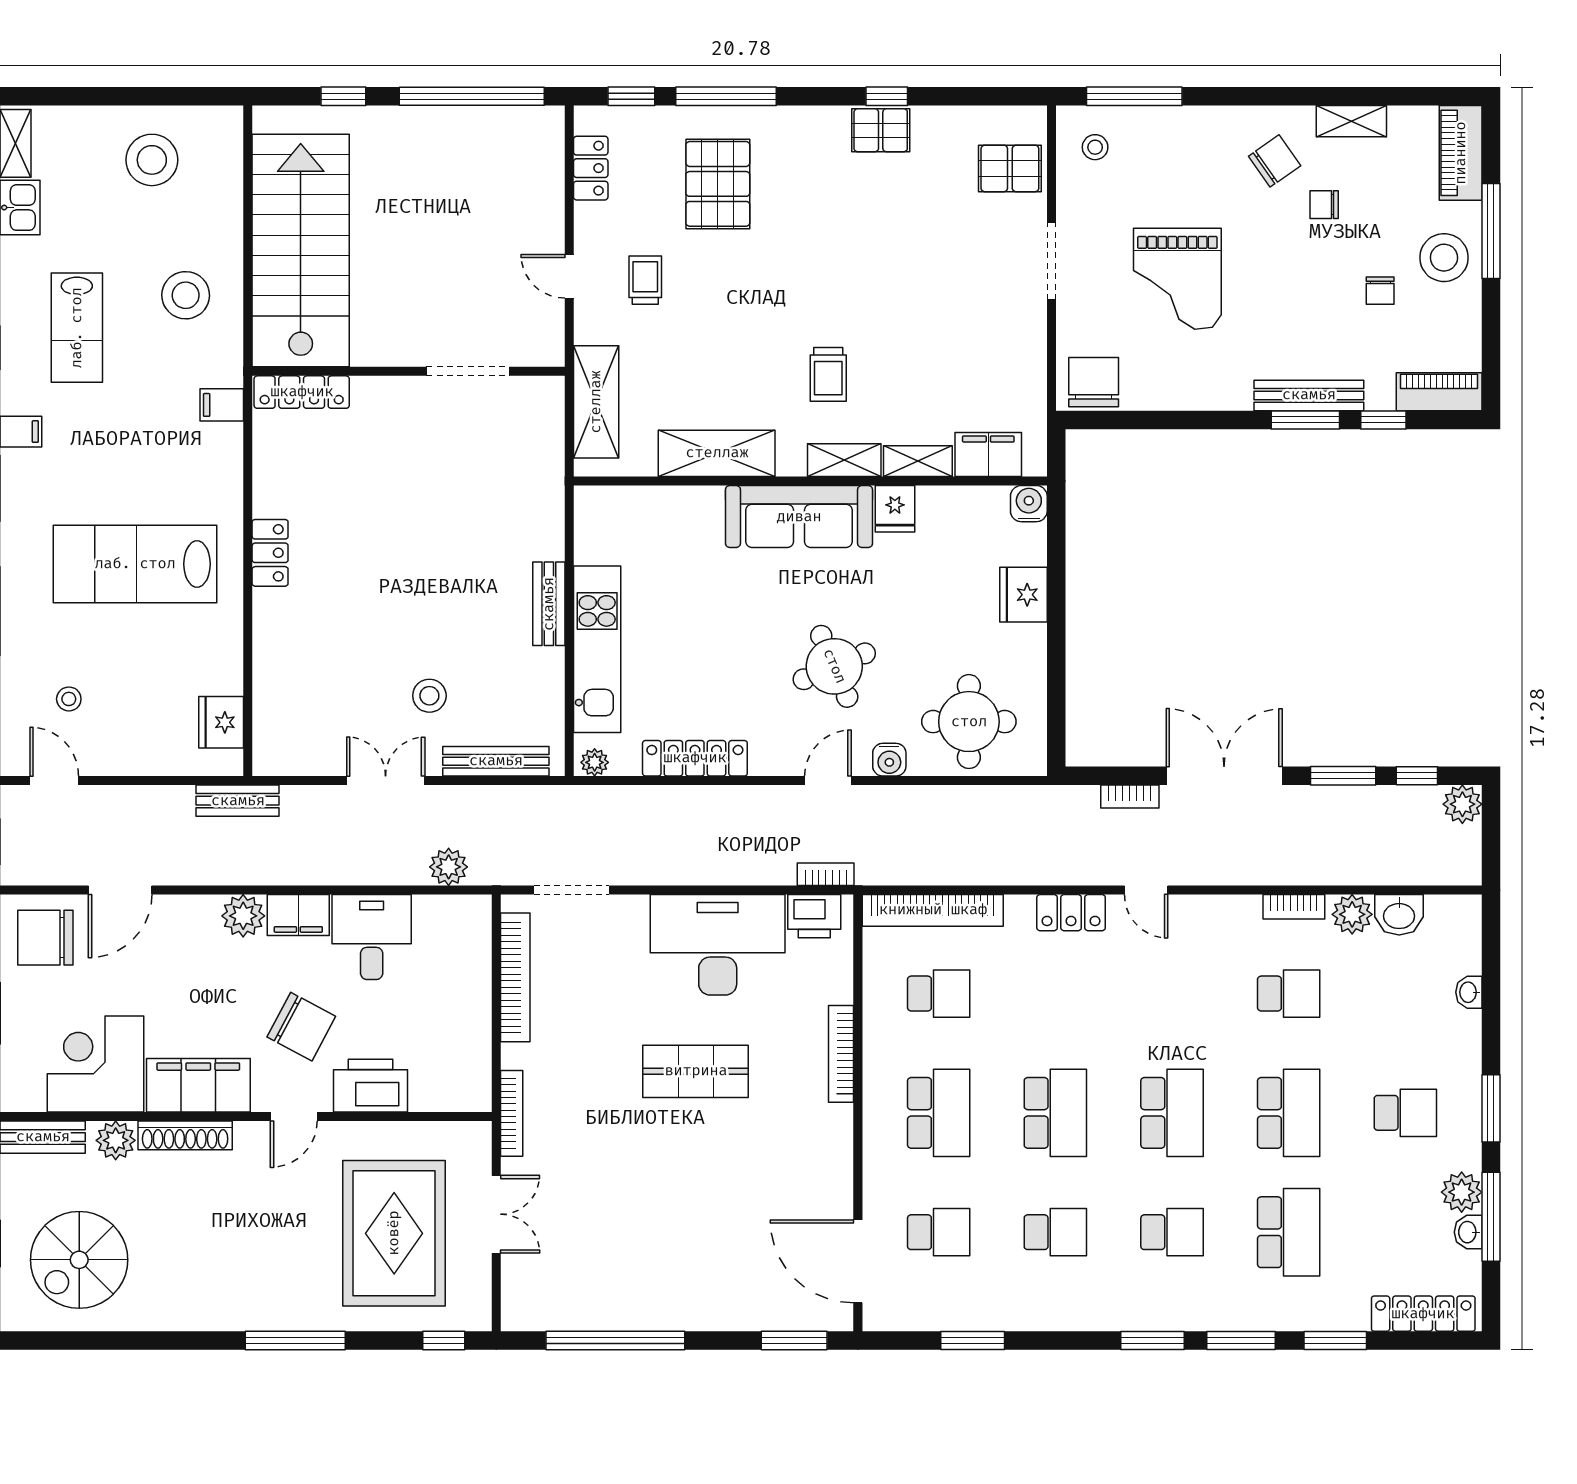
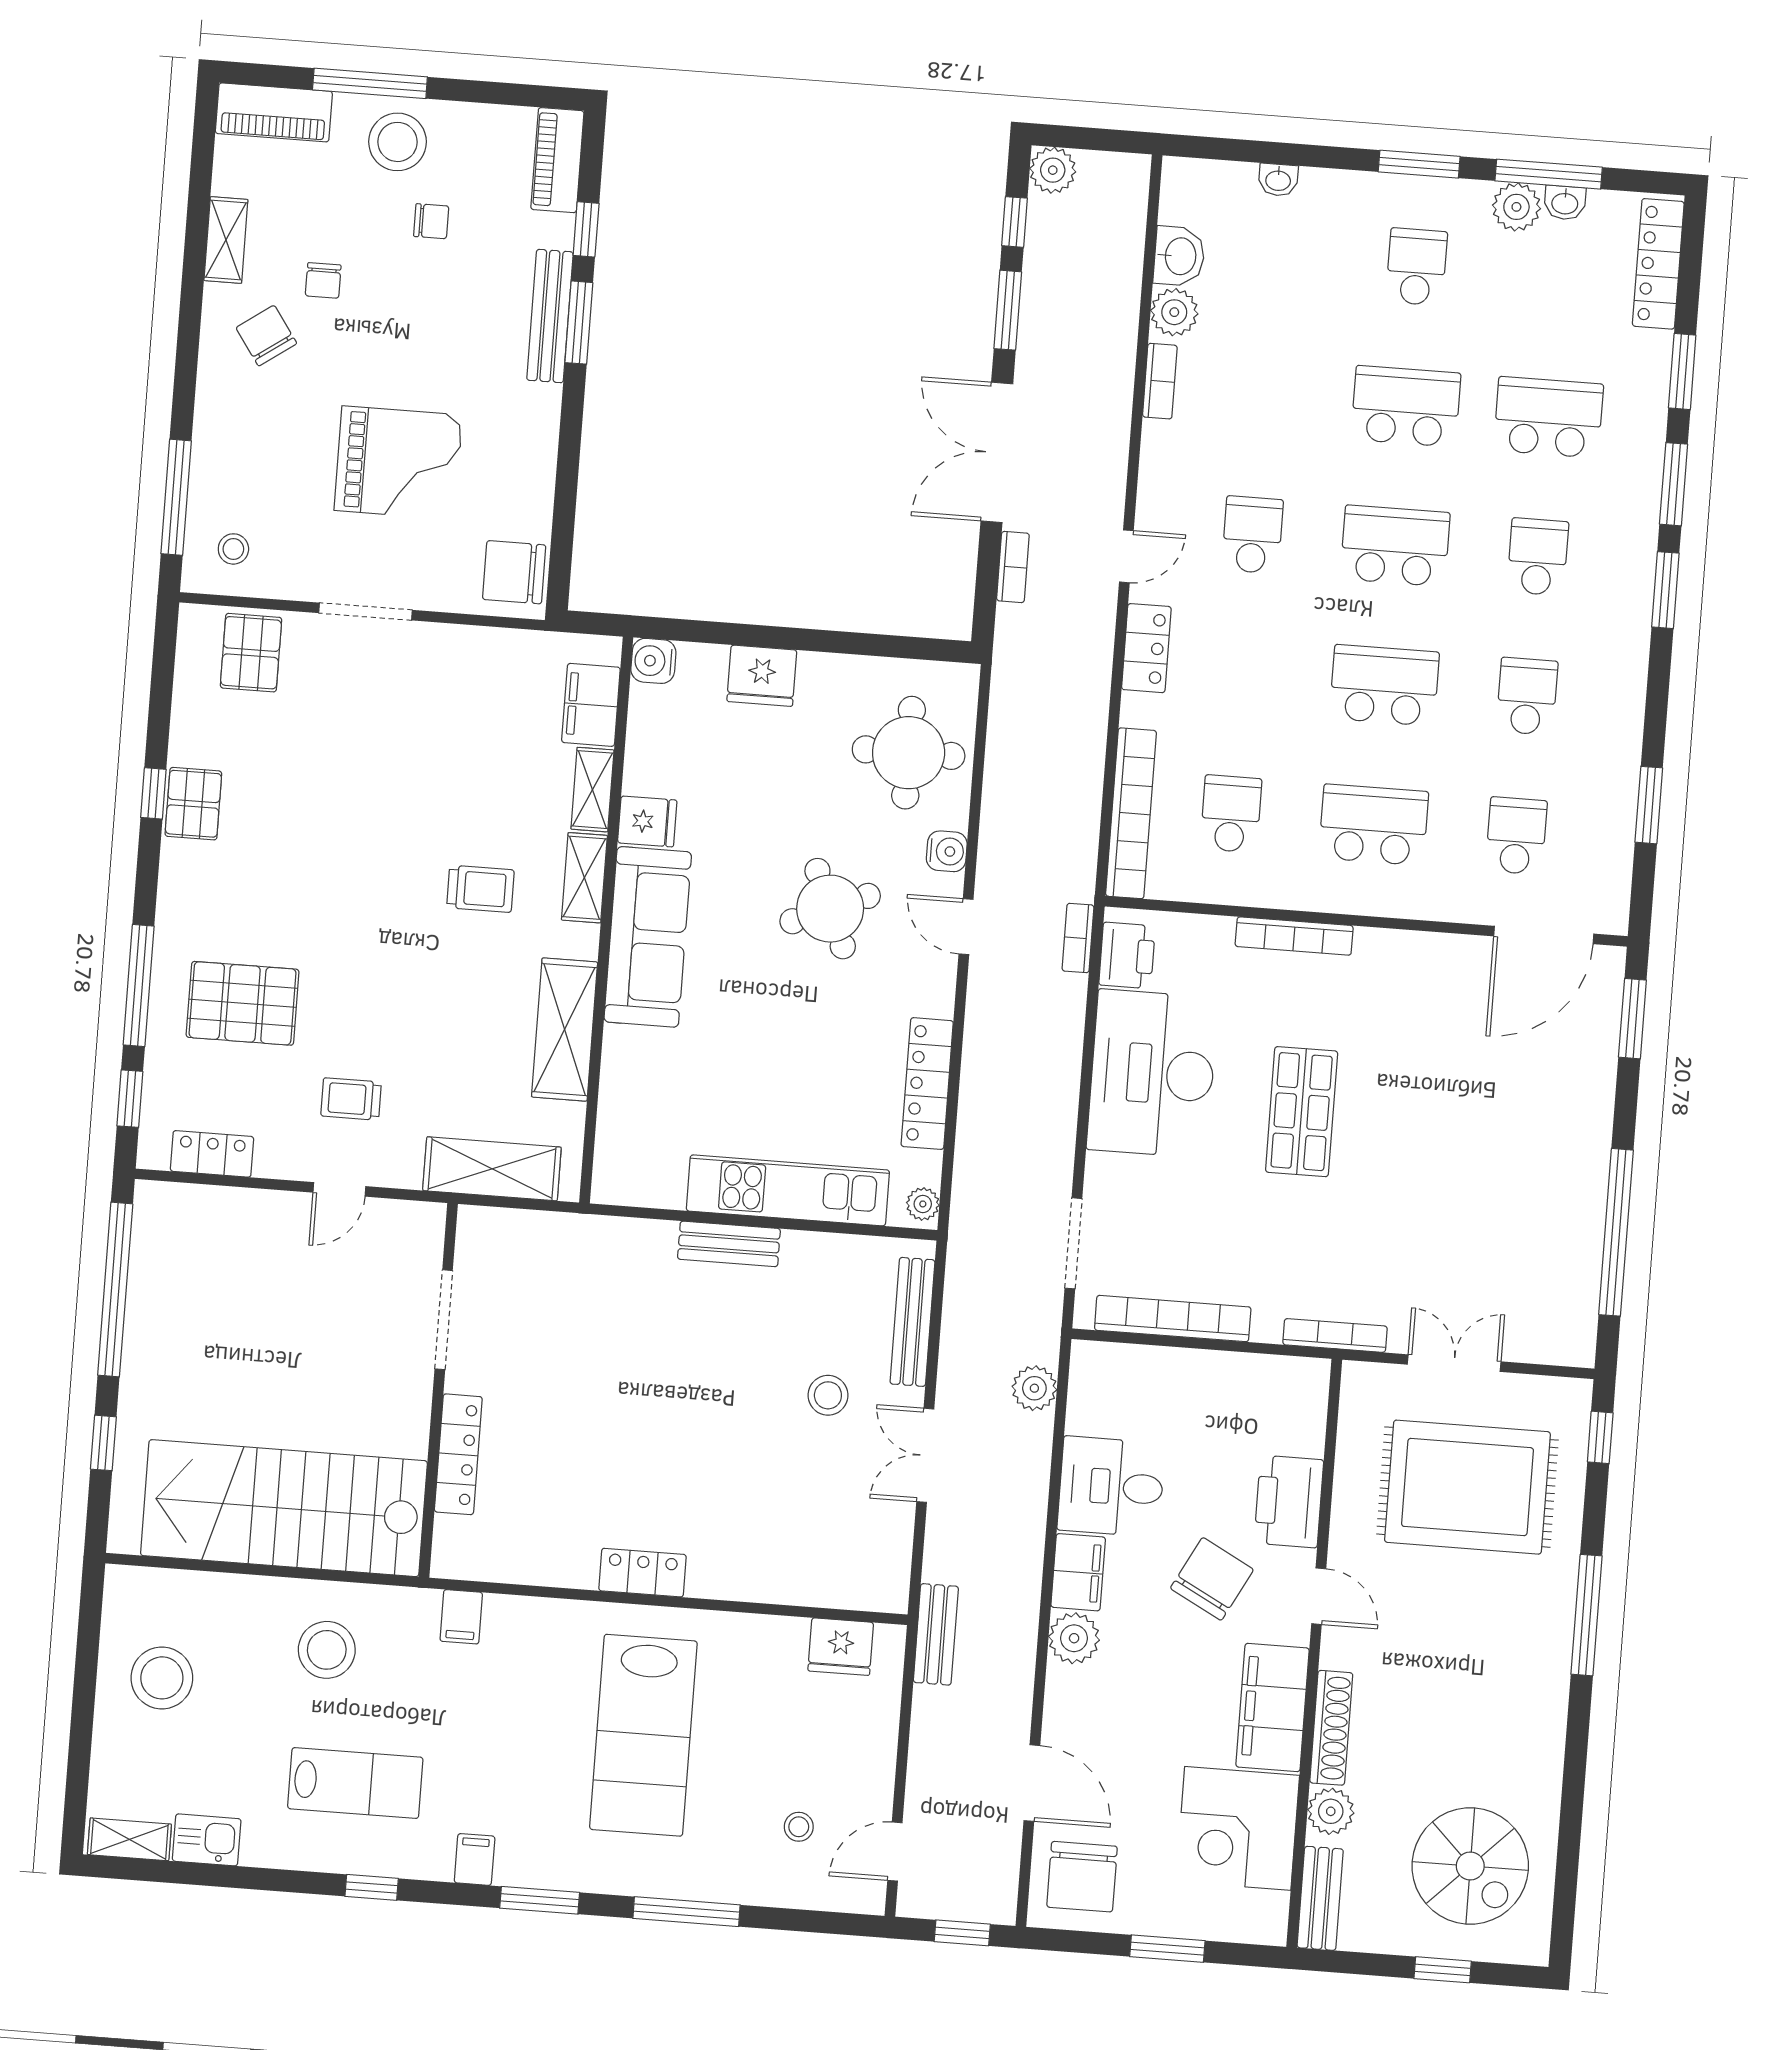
locker: (302, 392) -> (458, 1454), moved
school desk: (1289, 994) -> (1252, 535), moved

